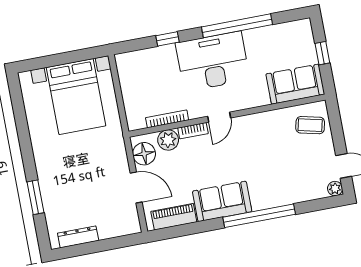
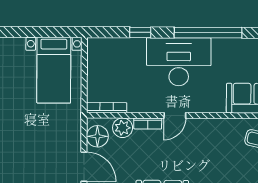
bed with nightstands: (76, 97) -> (54, 70), width x0.73
bookcase: (167, 119) -> (107, 108), moved

